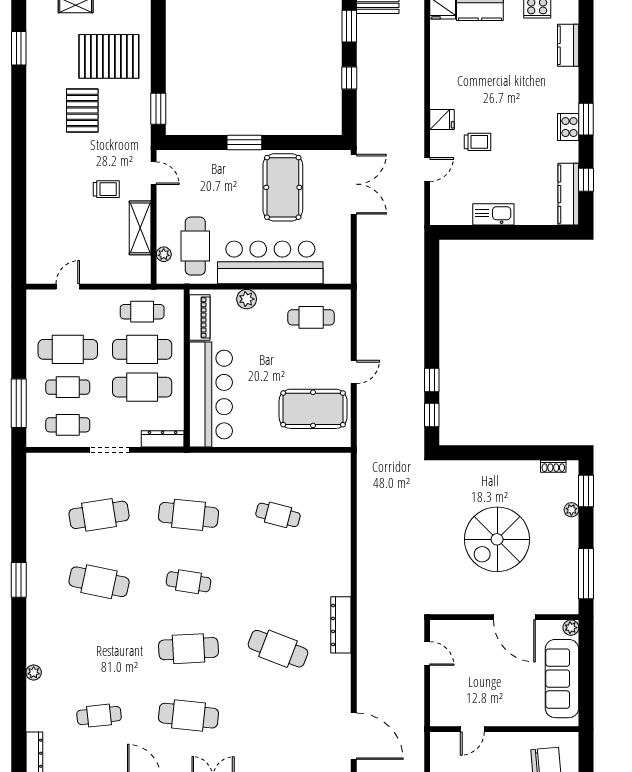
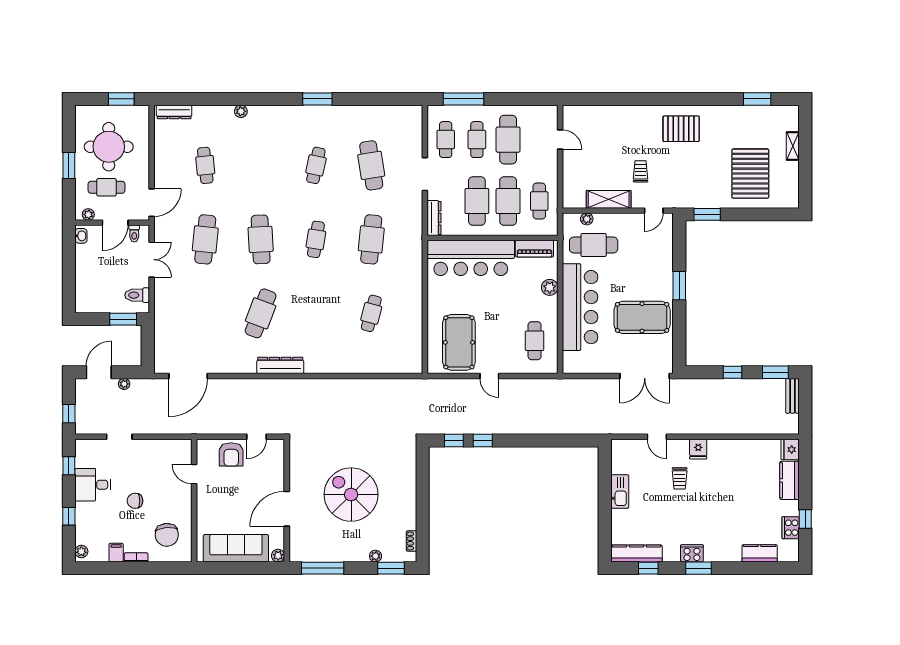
pallet: (82, 110) -> (681, 129), moved
trolley: (106, 189) -> (641, 171), turned 180
cafe table: (99, 582) -> (316, 165), width x0.73, depth x0.74
armchair: (449, 684) -> (231, 454), added

